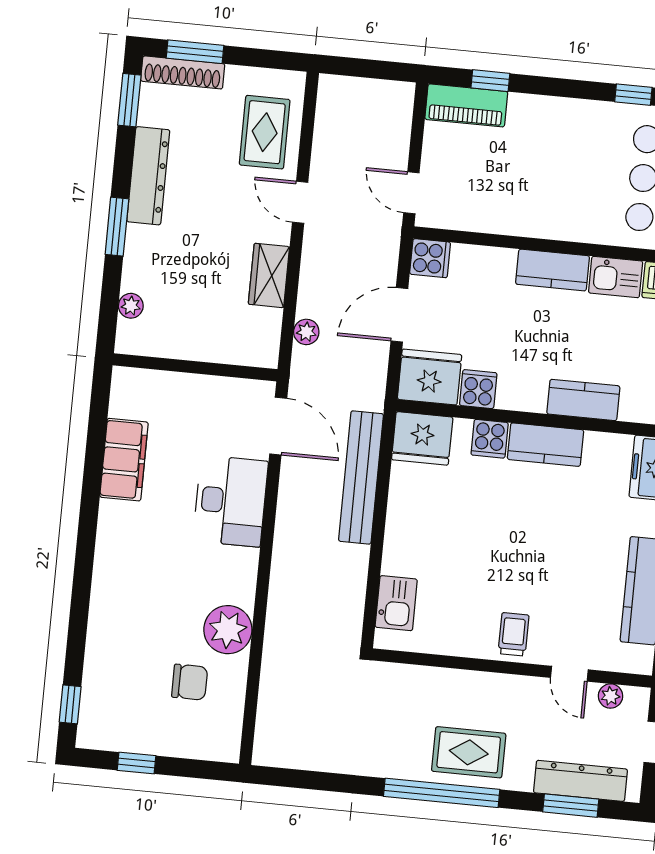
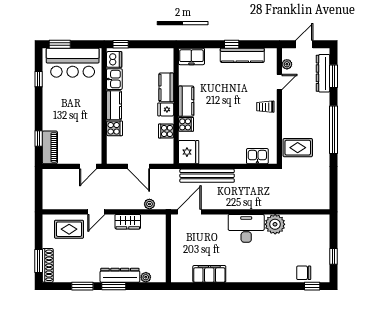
window: (129, 100) -> (82, 286), moved
dresser: (148, 176) -> (120, 275), moved
cooker: (430, 258) -> (115, 128), moved, turned 90
fridge: (430, 377) -> (166, 109), moved, width x0.53, depth x0.75
desk: (231, 501) -> (246, 228), moved
chair: (190, 682) -> (304, 273), moved, turned -90
rug: (469, 752) -> (298, 148), moved, turned 90

